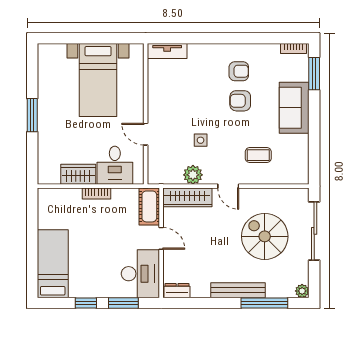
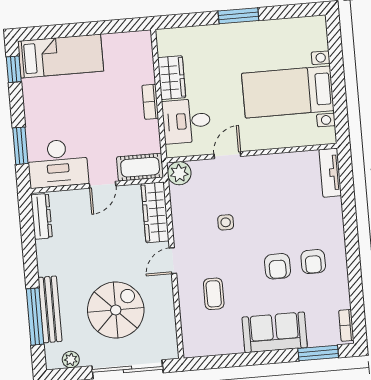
armchair: (240, 101) -> (278, 266), turned 180
plant: (193, 175) -> (179, 173), moved
bench: (238, 290) -> (50, 309), moved
dresser: (177, 291) -> (42, 216), width x1.44
plant: (302, 291) -> (71, 360), moved
window: (86, 303) -> (14, 69), moved

